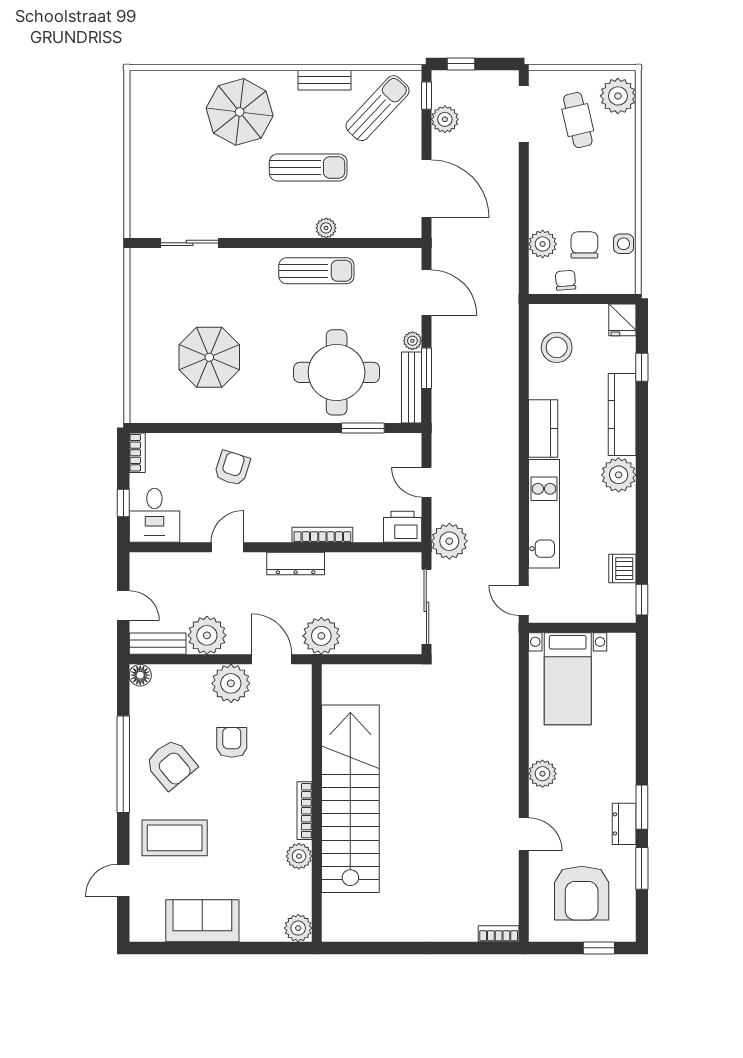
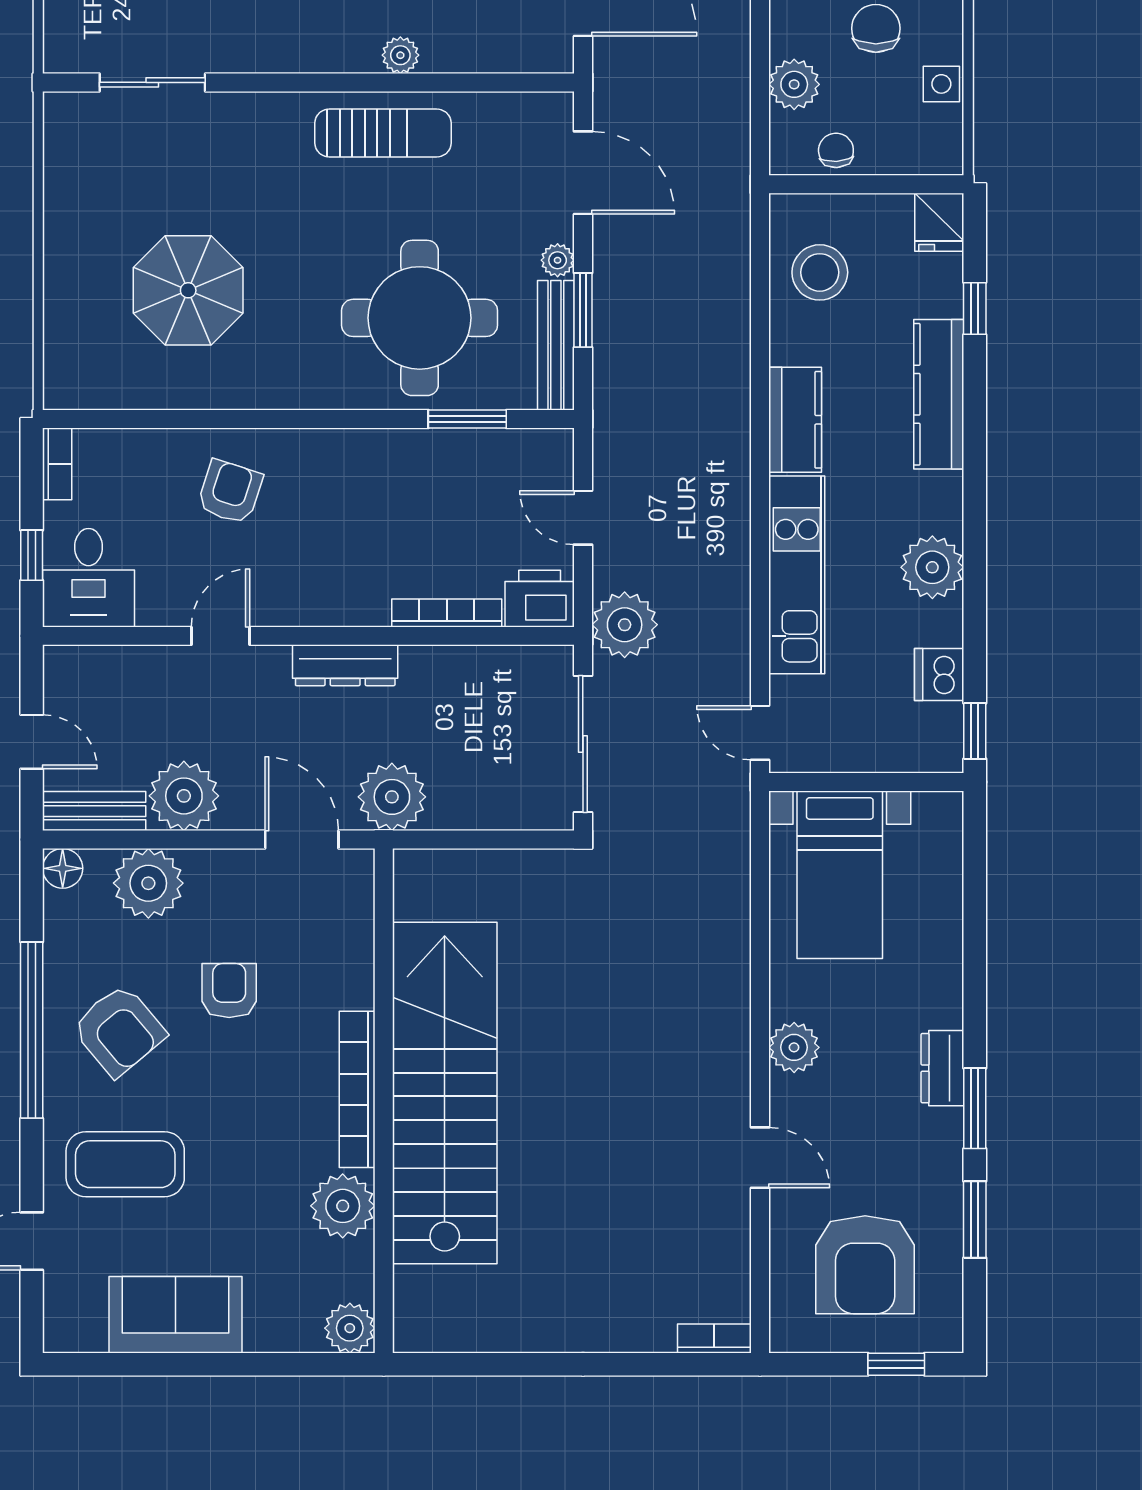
chair: (584, 245) -> (876, 28), moved
plant: (619, 475) -> (932, 567), moved
bookcase: (322, 535) -> (447, 613), moved
plant: (231, 683) -> (148, 883), moved
bookcase: (304, 811) -> (357, 1089), width x1.48, depth x1.31
dresser: (624, 824) -> (942, 1068), moved
plant: (299, 856) -> (343, 1206), width x1.36, depth x1.36

